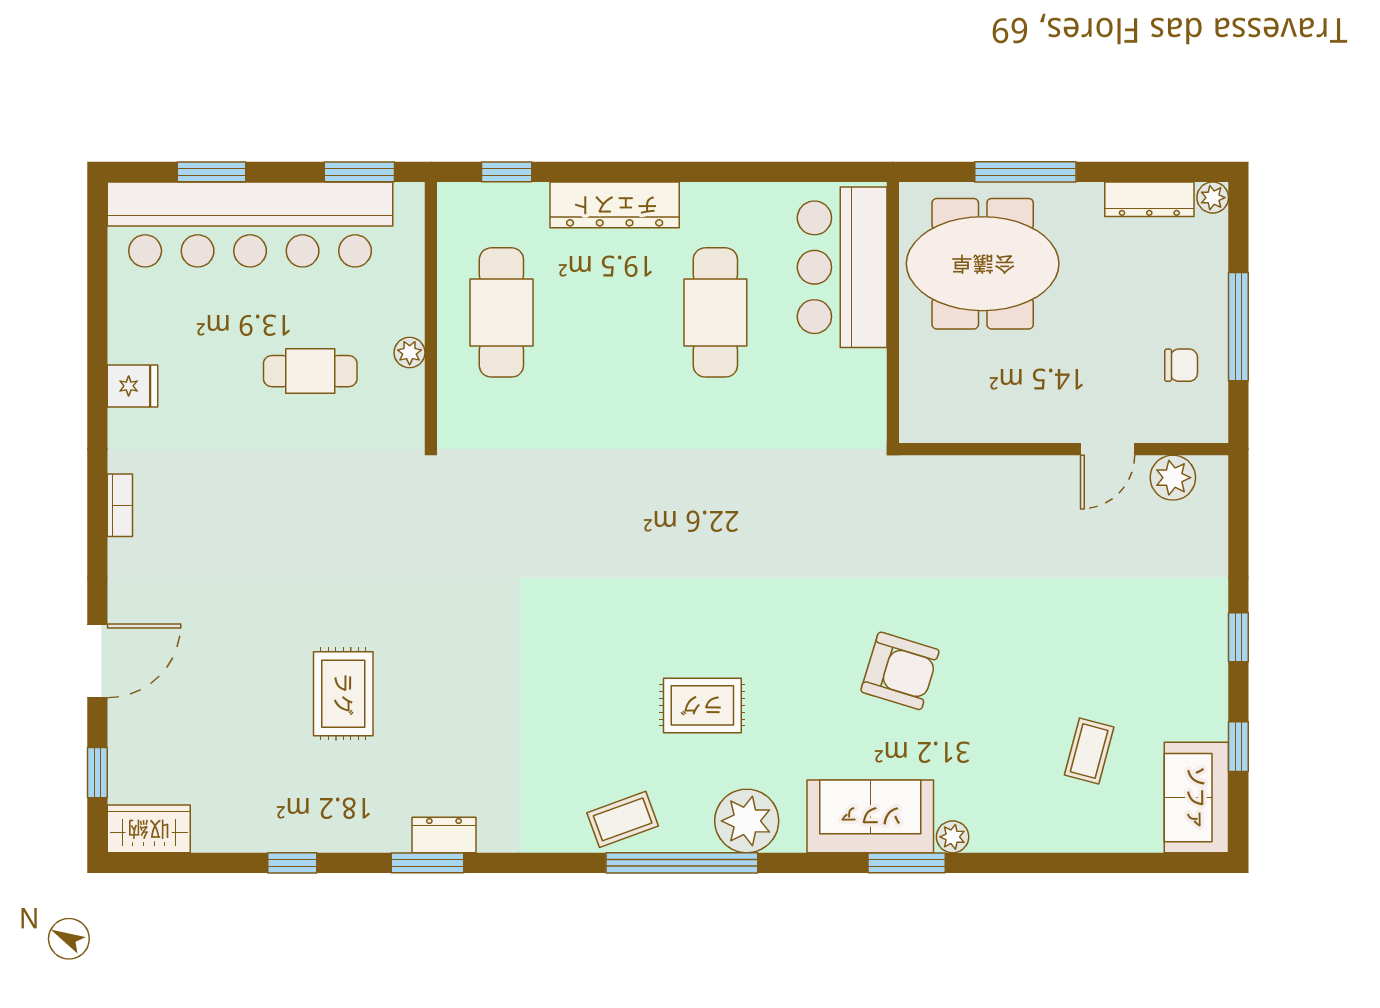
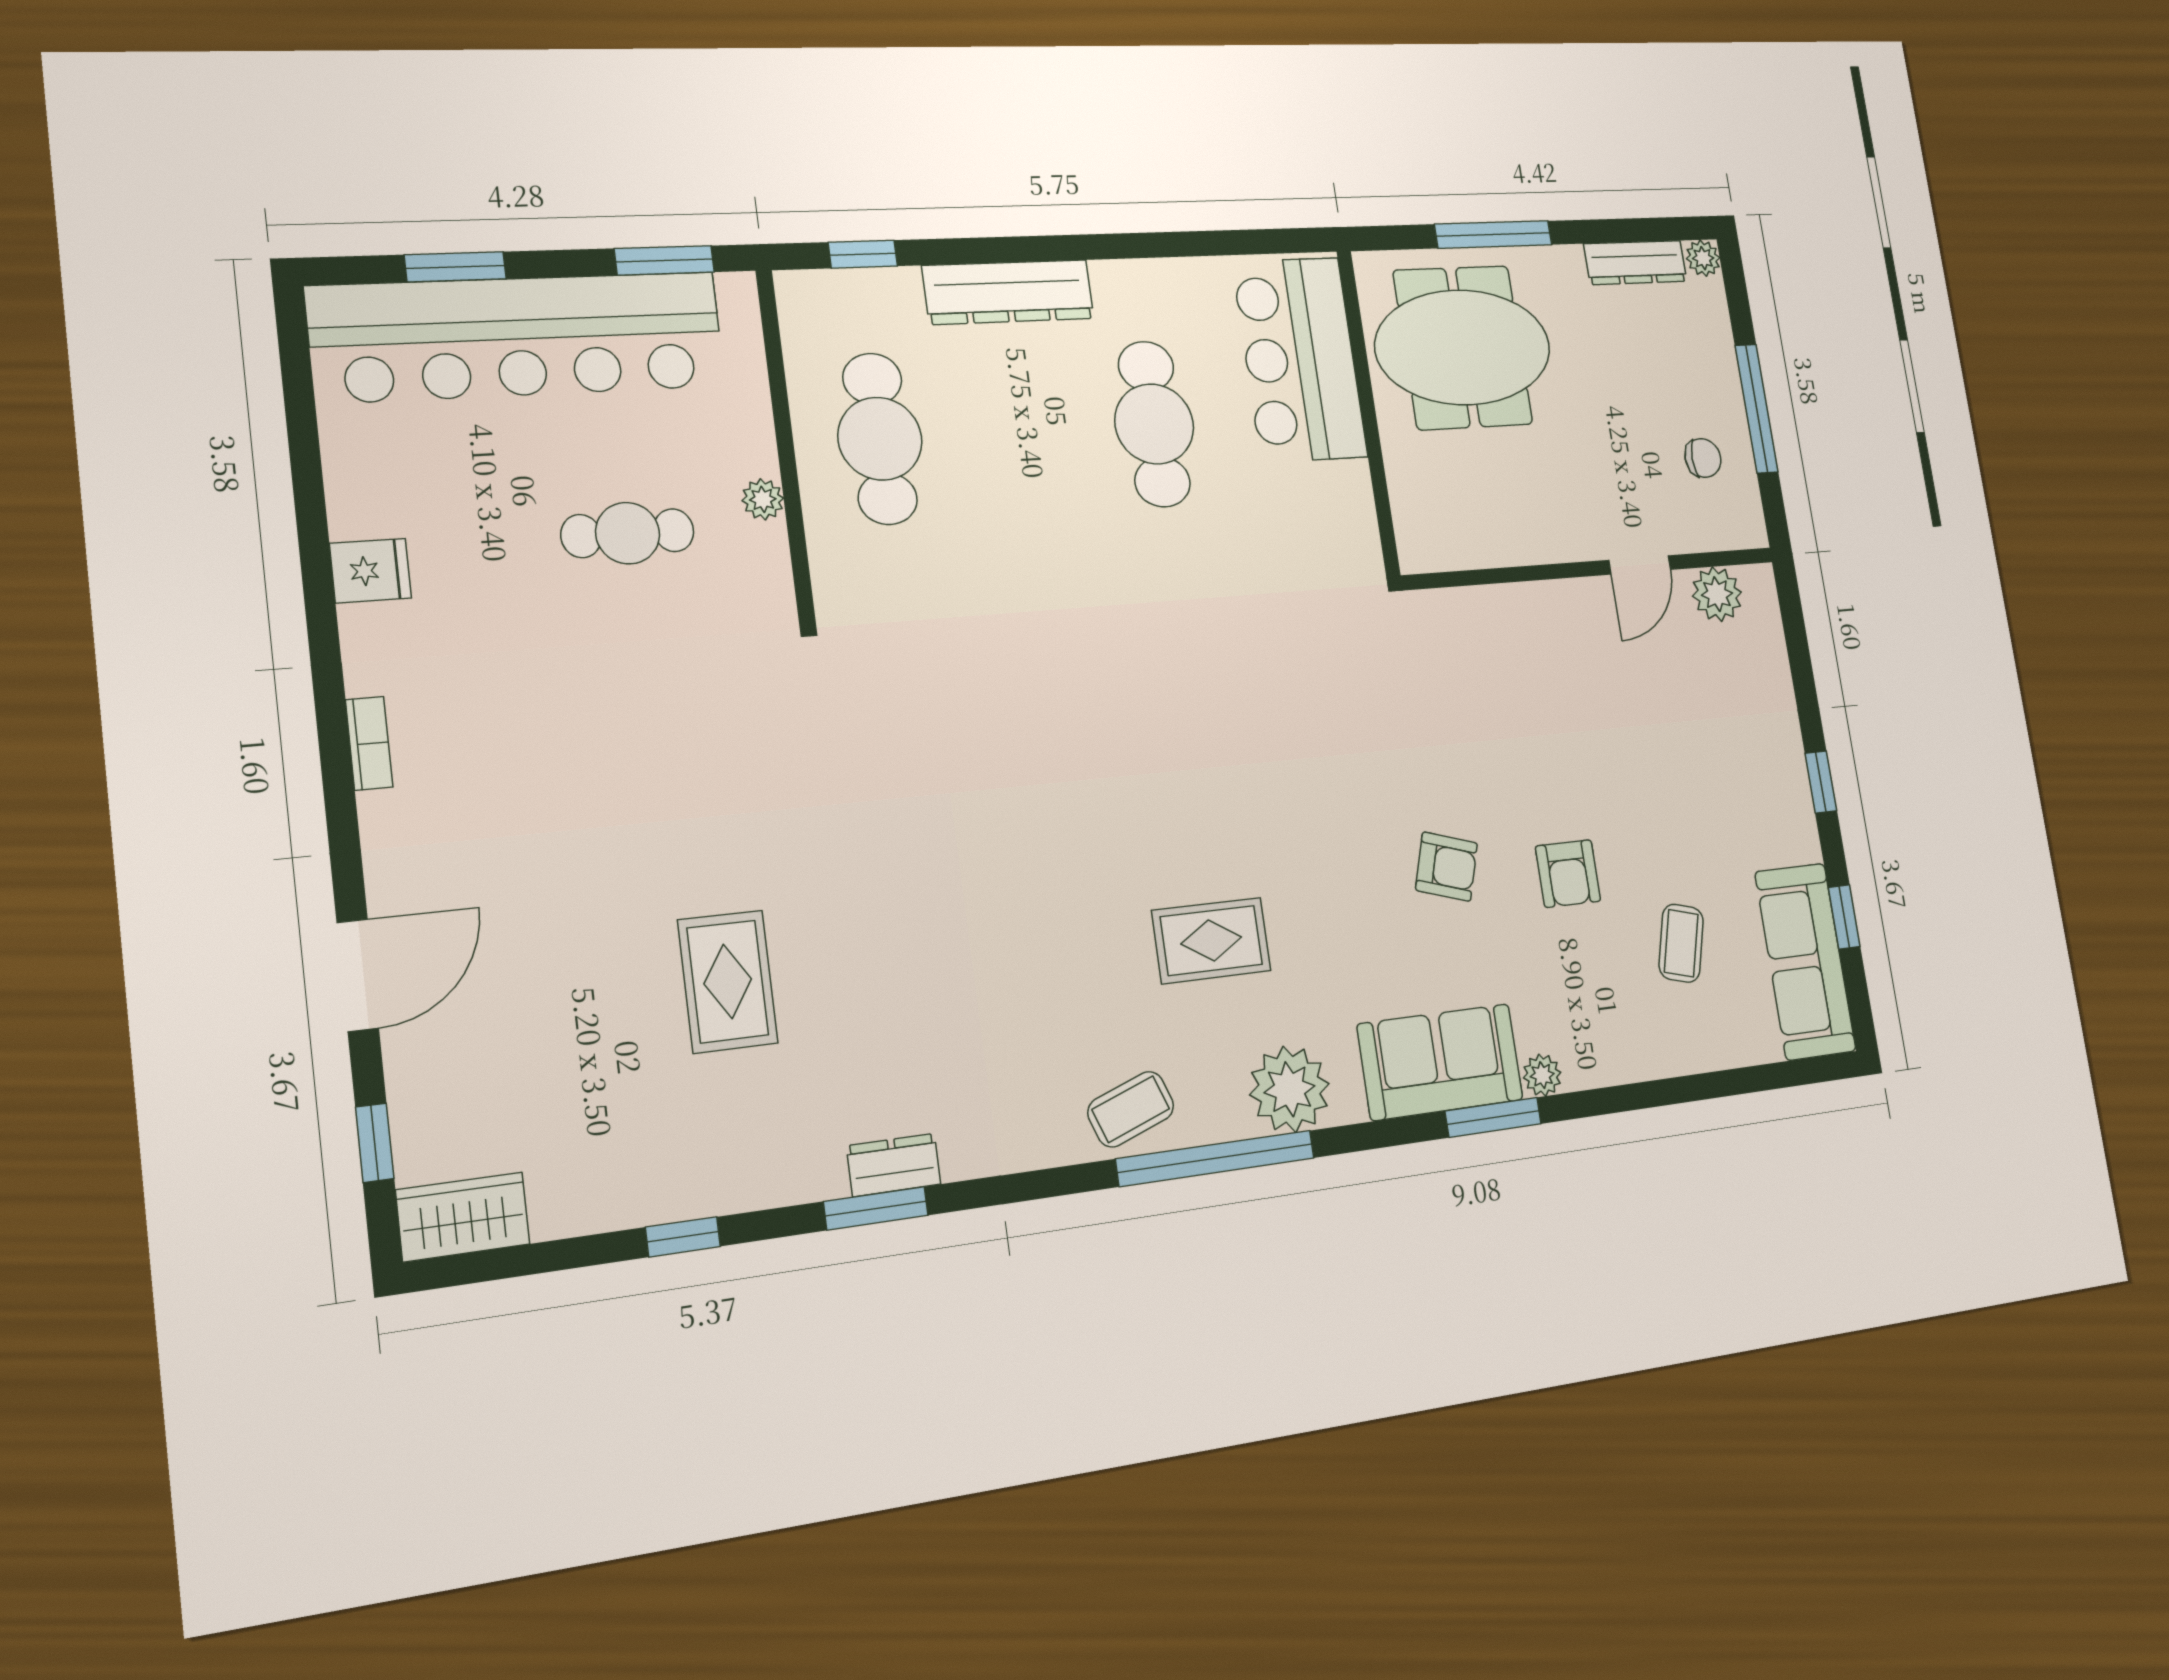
armchair: (900, 671) -> (1447, 867), width x0.72, depth x0.72
armchair: (1001, 687) -> (1568, 874), added
sofa: (1196, 798) -> (1805, 961), width x1.36

